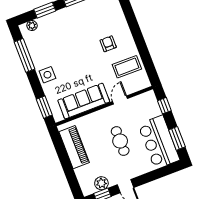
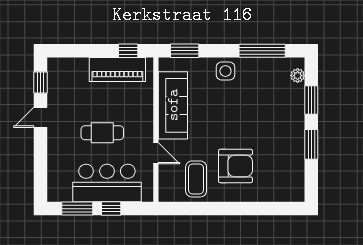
armchair: (108, 44) -> (235, 166), width x1.88, depth x1.88
window: (164, 106) -> (111, 209), moved
bar counter: (159, 142) -> (107, 183), moved
window: (59, 145) -> (128, 51), added
plant: (101, 183) -> (56, 87), removed

